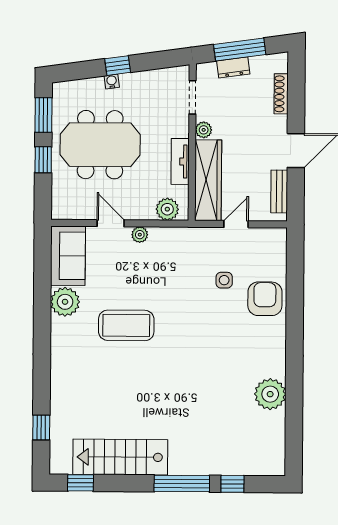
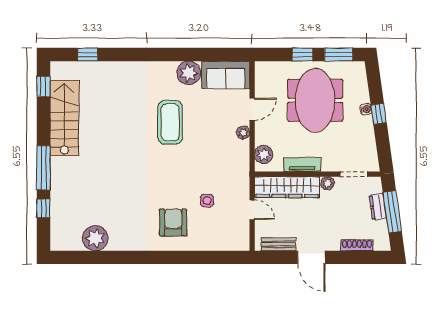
armchair: (265, 299) -> (173, 223), moved, turned -90
plant: (270, 394) -> (95, 238), moved

